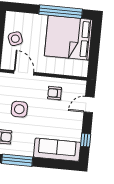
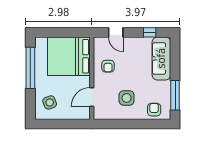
bed: (69, 38) -> (69, 56), moved, turned 90
side table: (15, 39) -> (50, 102), moved

